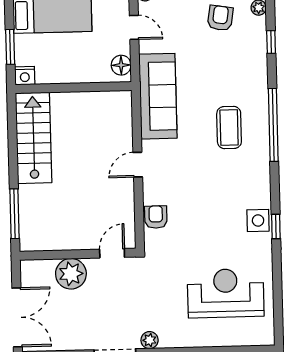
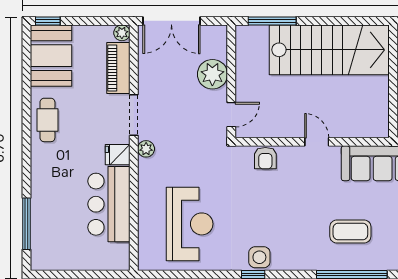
stairs: (34, 138) -> (329, 50), width x1.36, depth x1.51
armchair: (156, 217) -> (265, 158), turned 90
door: (112, 253) -> (231, 115), hinge flipped

